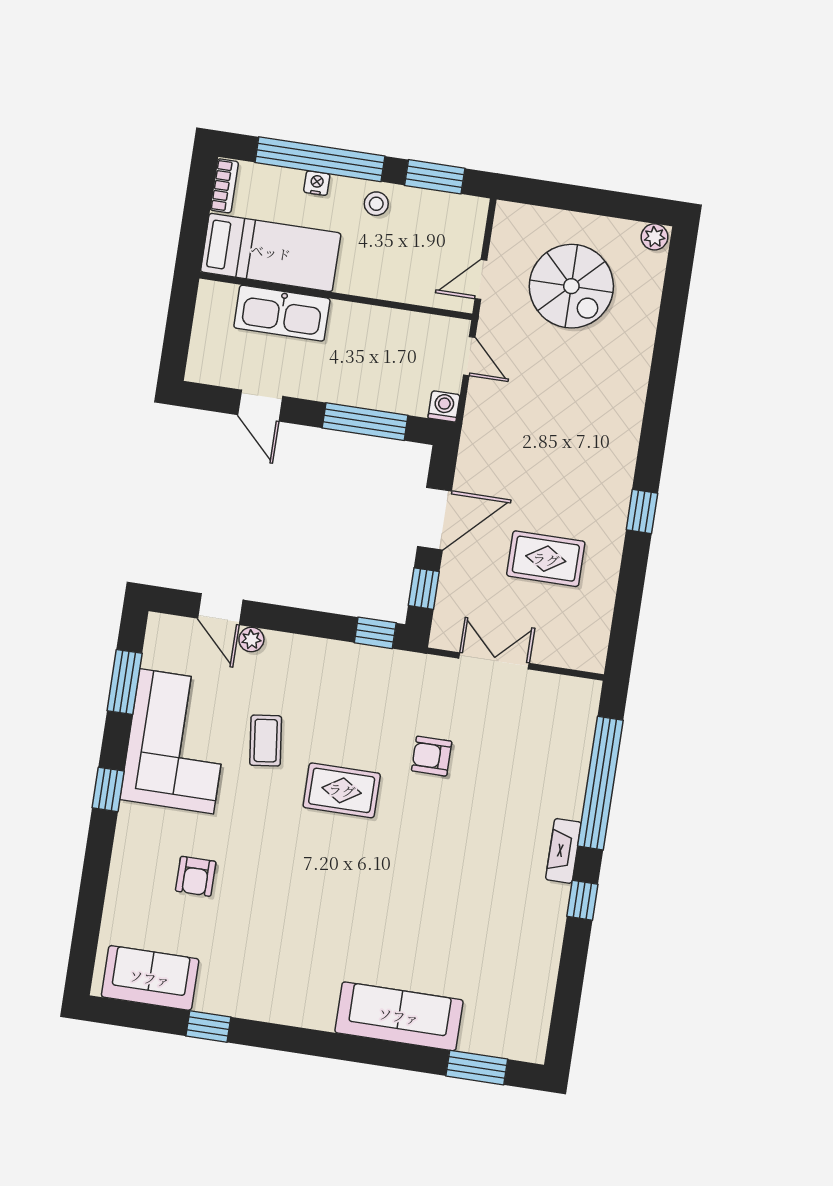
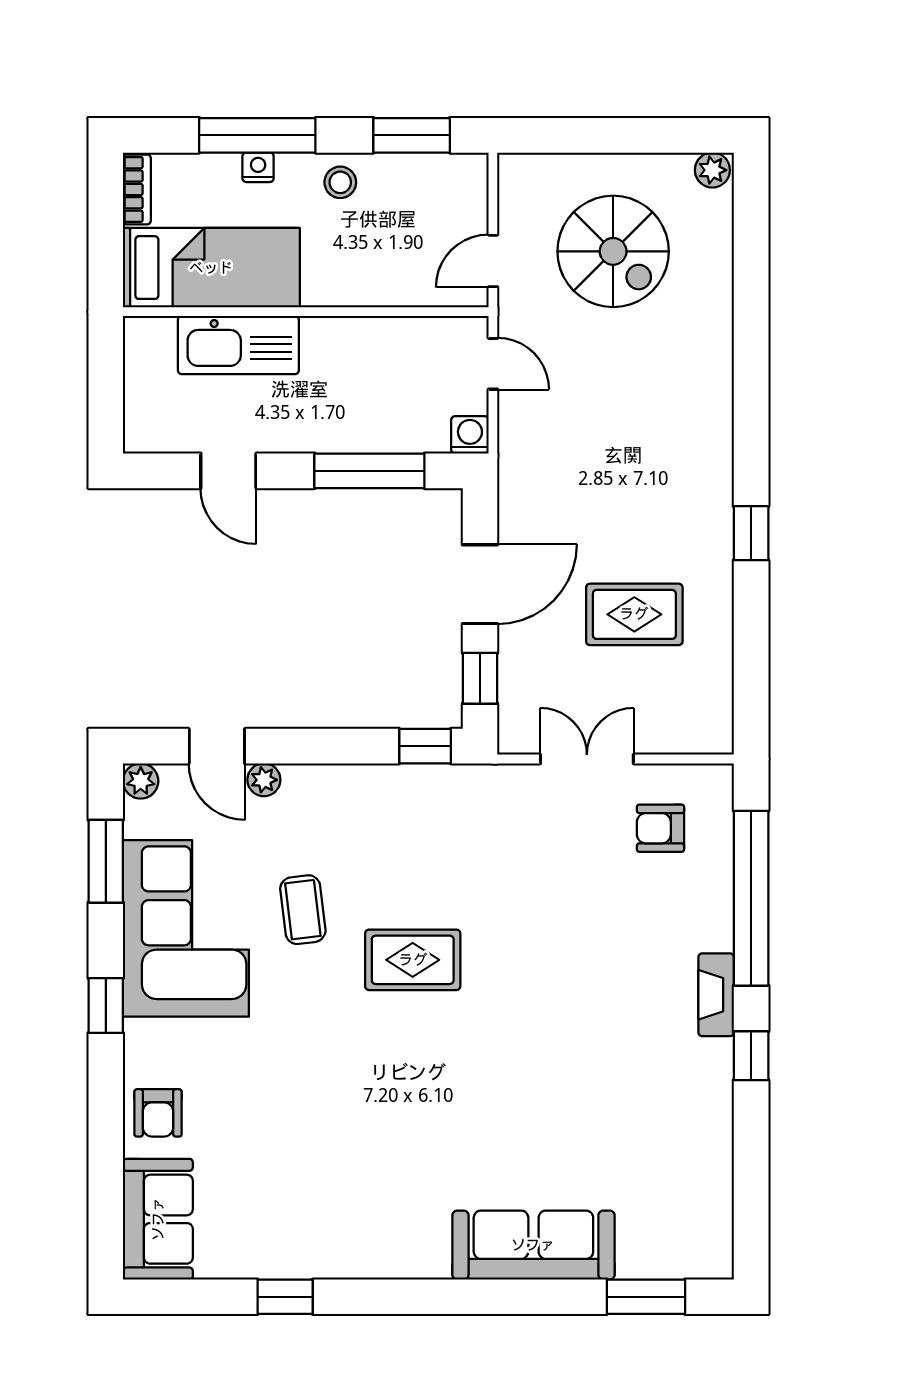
window: (320, 159) -> (257, 135), width x0.68
plant: (160, 626) -> (141, 781), added
armchair: (432, 756) -> (660, 828), moved
armchair: (196, 876) -> (158, 1113), moved
sofa: (150, 978) -> (158, 1219), moved, turned 90

